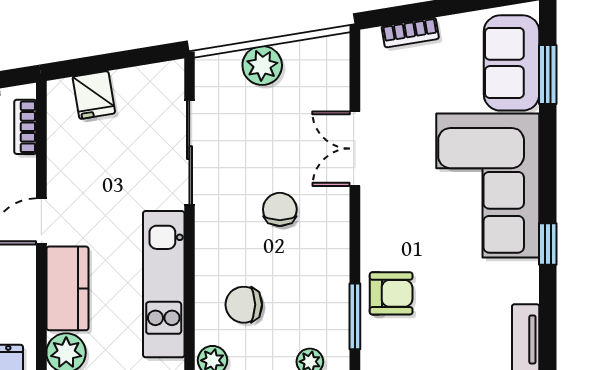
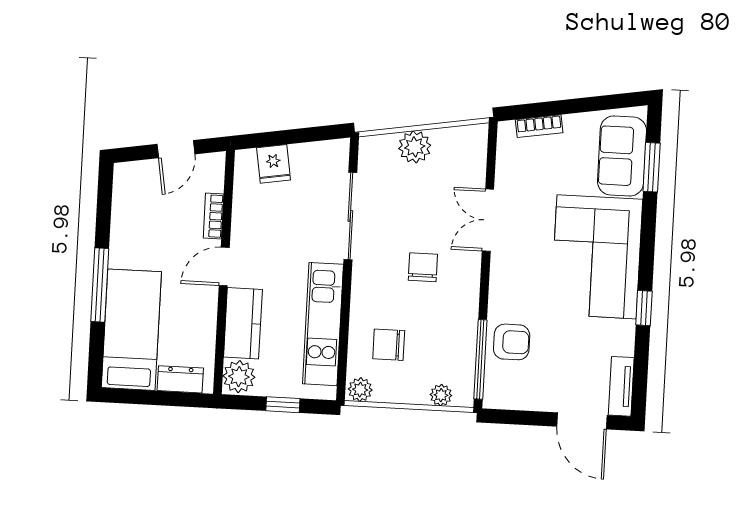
bookcase: (25, 127) -> (214, 216), moved
window: (355, 316) -> (480, 359), width x1.44

